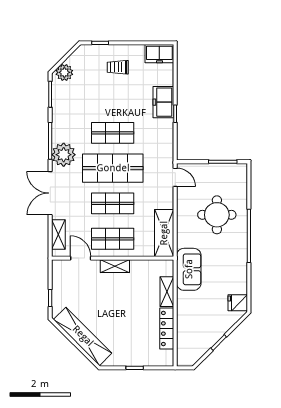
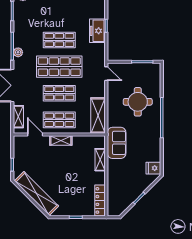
freezer: (163, 102) -> (97, 31), moved
plant: (64, 155) -> (18, 52), width x0.53, depth x0.53
locker: (167, 328) -> (100, 200), moved

